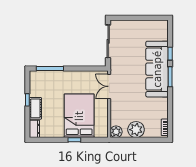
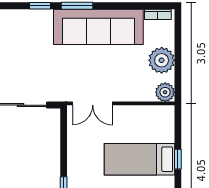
sofa: (157, 69) -> (98, 27), moved
bed: (79, 116) -> (139, 159), width x0.67

